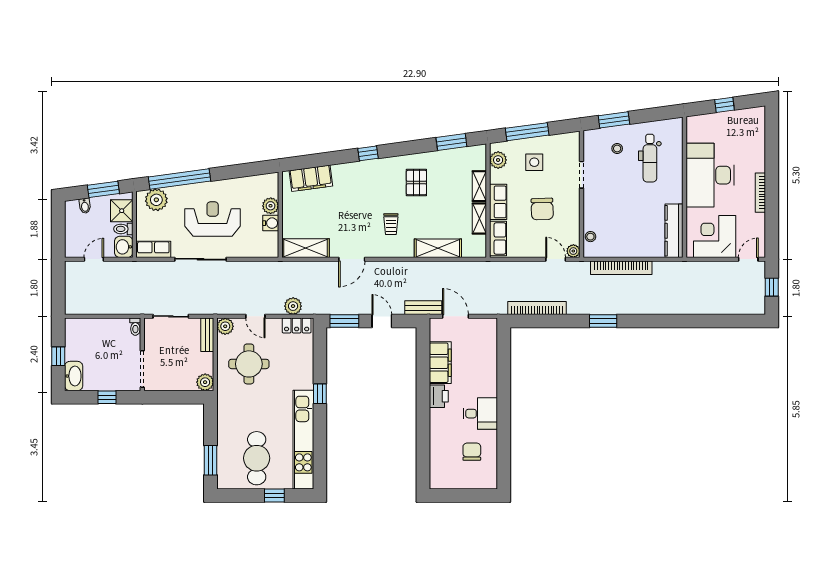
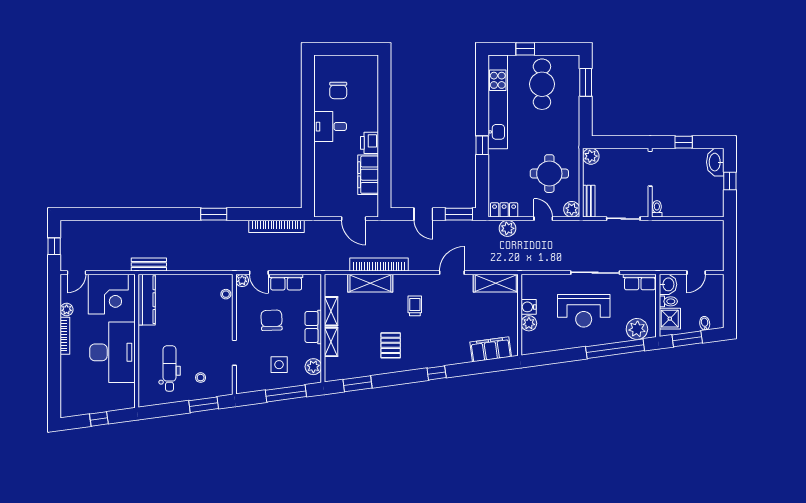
plant: (759, 220) -> (67, 310), added
row of seats: (498, 239) -> (286, 282), moved, turned -90
bookcase: (621, 268) -> (379, 265), moved
bench: (423, 308) -> (149, 265), moved

